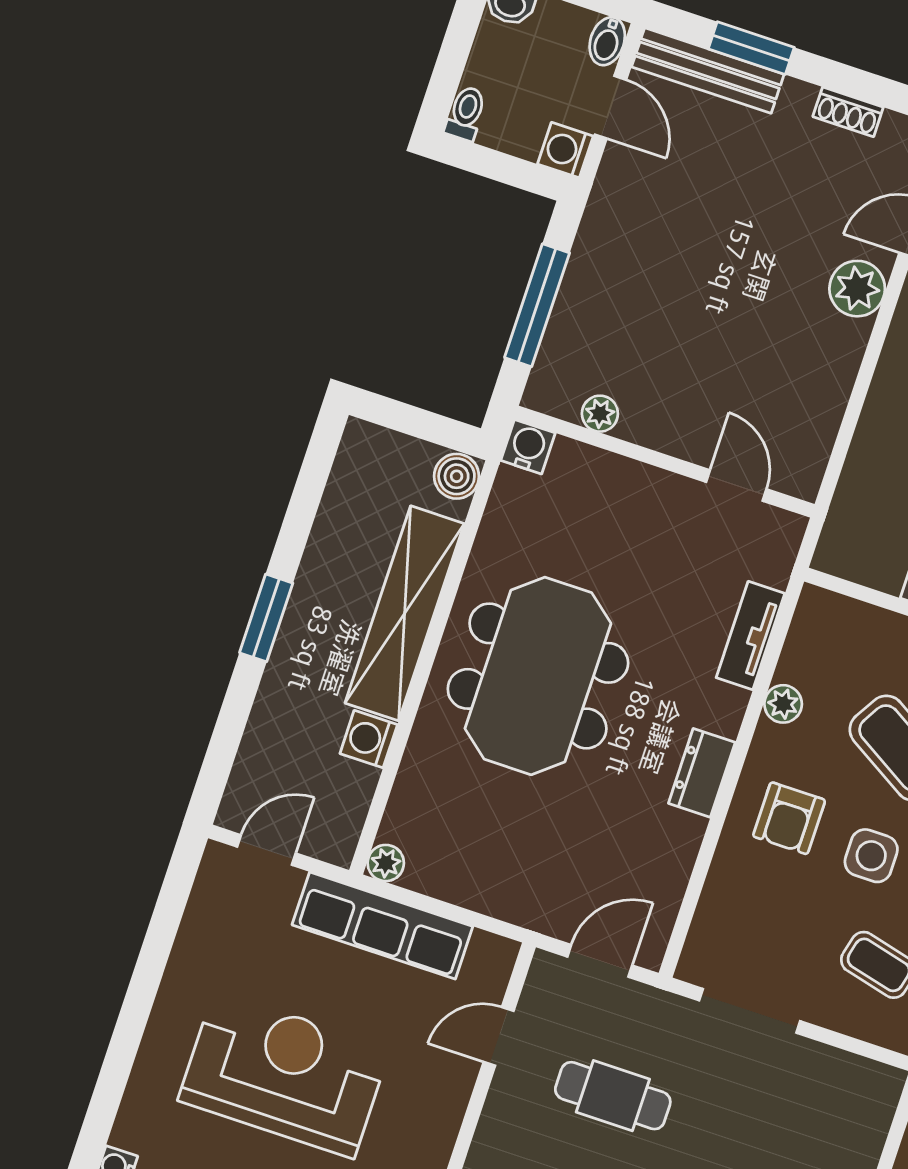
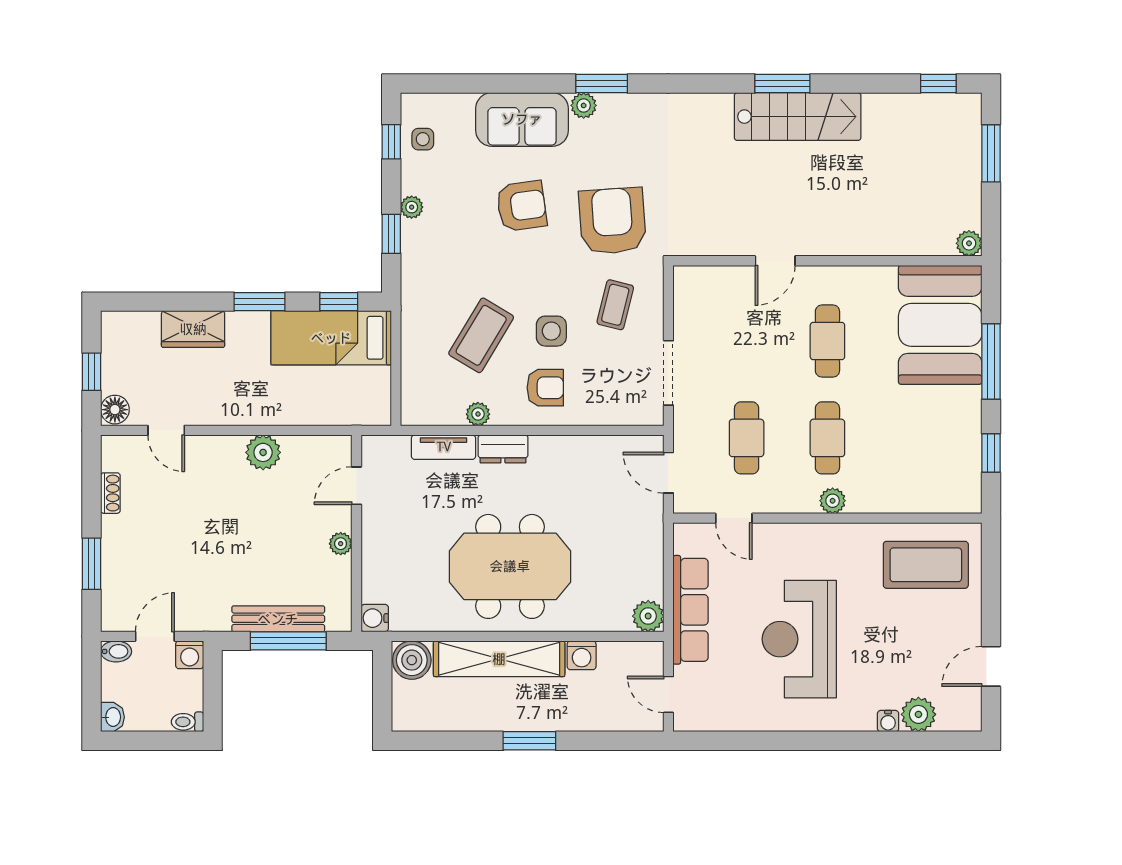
bench: (708, 71) -> (278, 619), moved, turned 90
plant: (857, 289) -> (263, 452), moved
plant: (600, 414) -> (341, 544), moved
boiler: (457, 476) -> (412, 660), width x1.36, depth x1.36
dresser: (702, 773) -> (503, 449), moved
plant: (386, 863) -> (648, 616), width x1.38, depth x1.38

